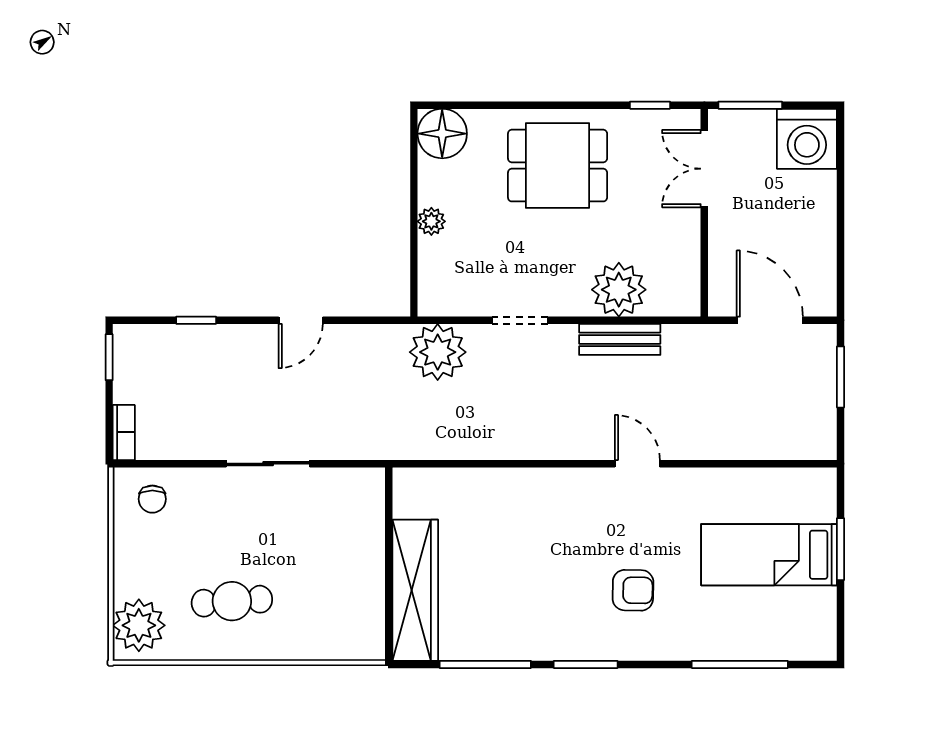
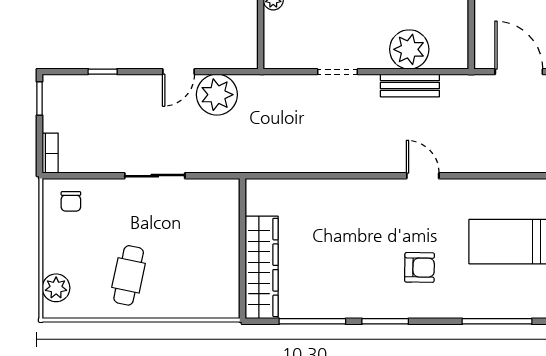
plant: (438, 352) -> (217, 95), moved
cafe table: (232, 601) -> (129, 275), turned -74
plant: (139, 625) -> (56, 288), width x0.73, depth x0.73

